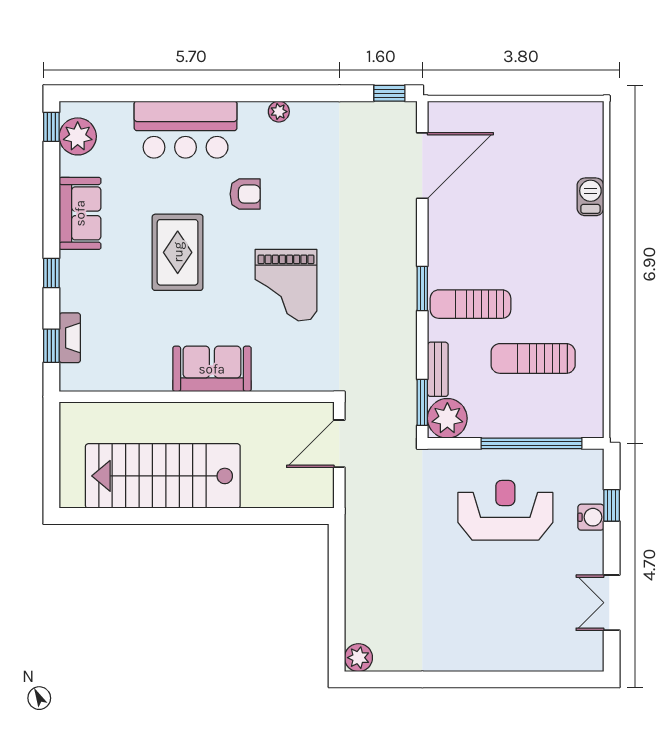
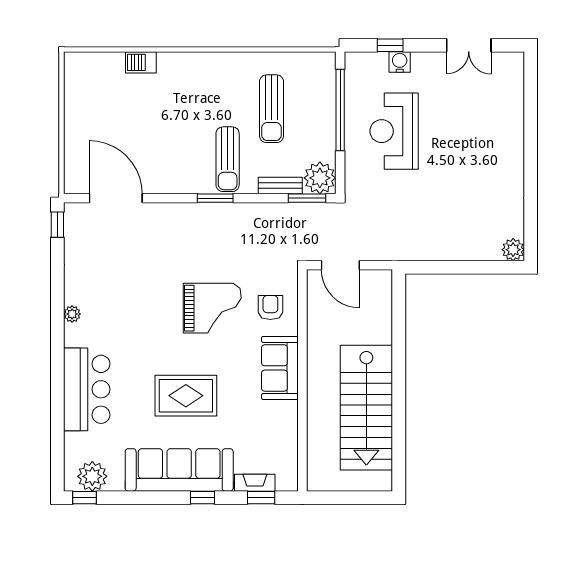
armchair: (245, 194) -> (270, 308), moved
sofa: (80, 213) -> (179, 470), width x1.85, depth x1.27

